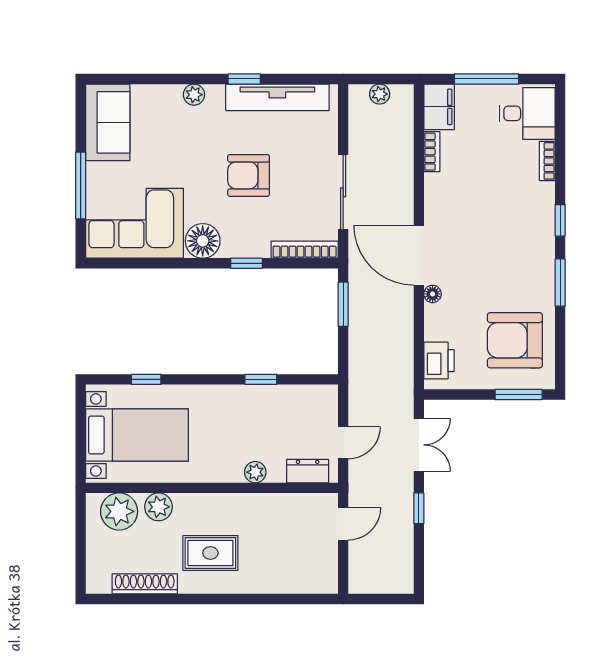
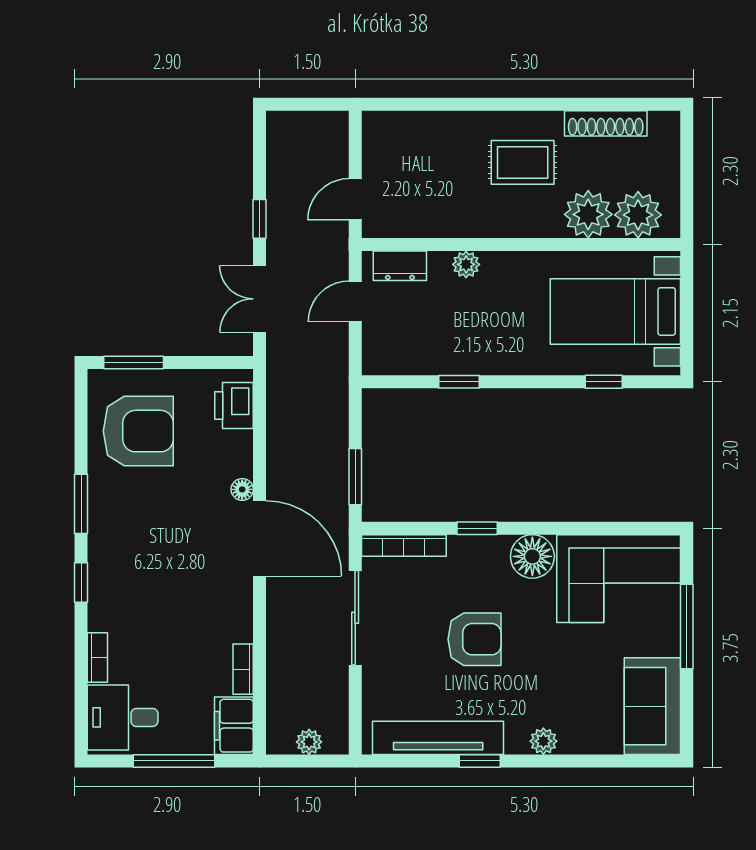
plant: (159, 507) -> (588, 214), width x1.36, depth x1.36

